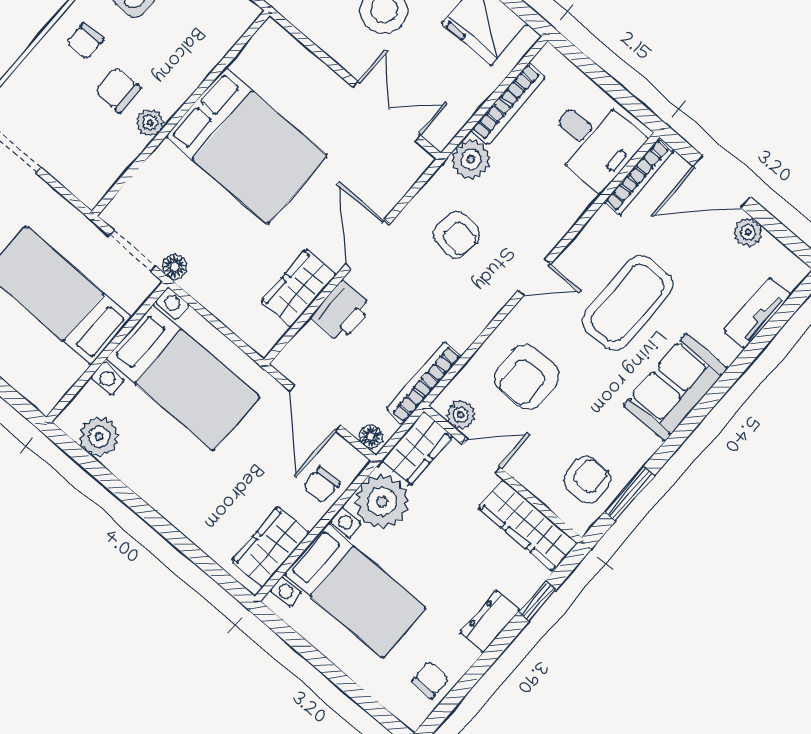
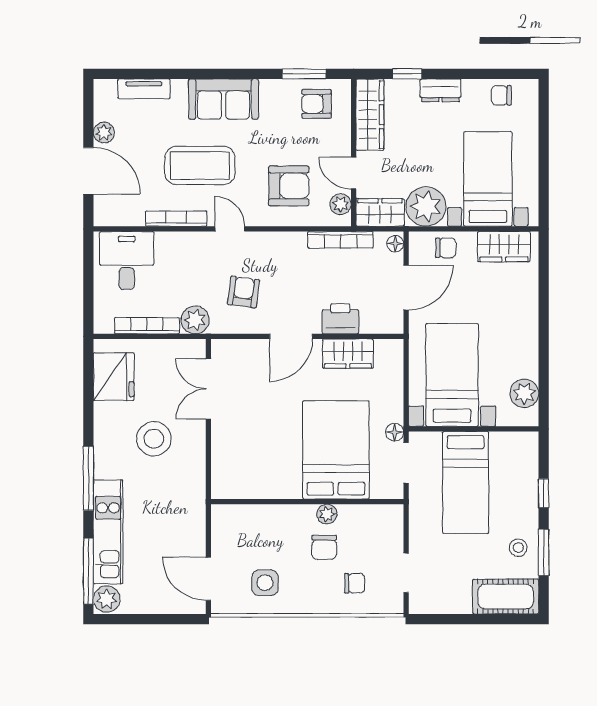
chair: (85, 41) -> (355, 583), moved
bed: (247, 146) -> (336, 450), moved
bookcase: (639, 177) -> (176, 219), moved

